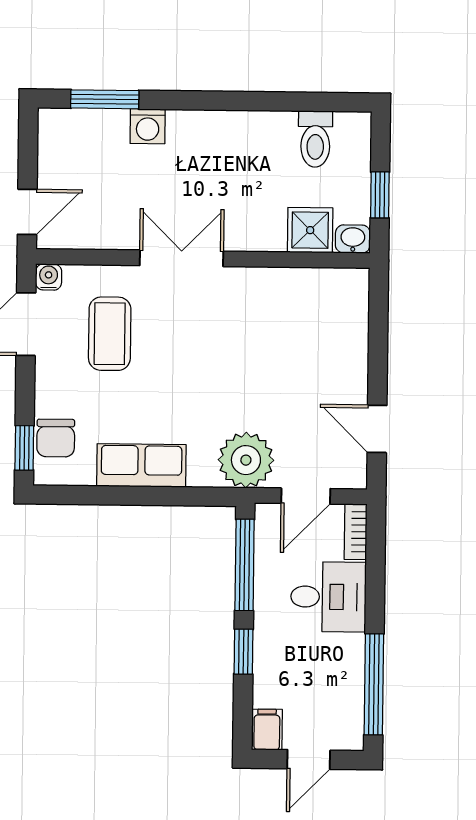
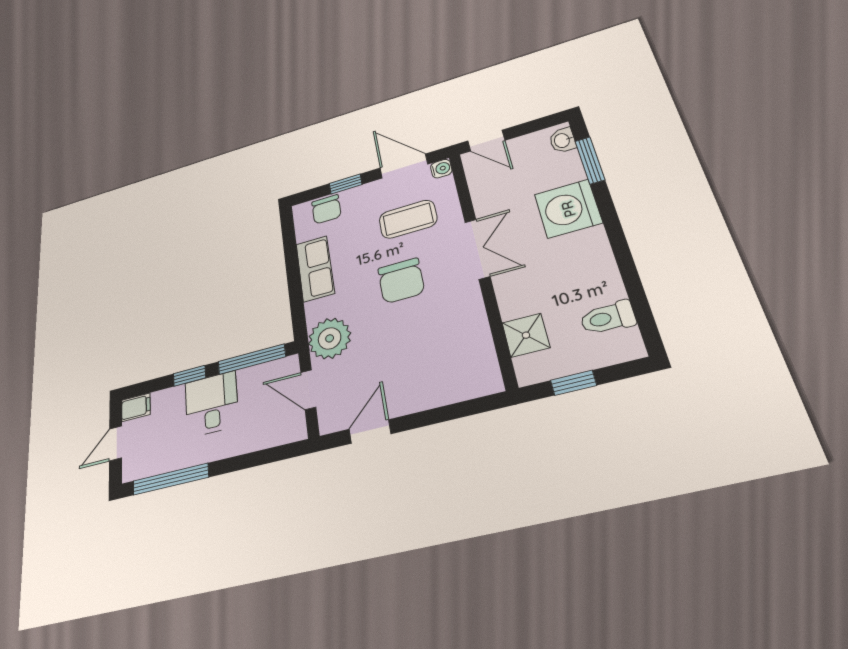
washing machine: (148, 126) -> (568, 209), width x1.89, depth x1.89
washbasin: (353, 239) -> (563, 140), moved, turned 180
chair: (195, 358) -> (401, 281), added
chair: (56, 438) -> (326, 209), turned -90
window: (24, 448) -> (346, 184), moved
bookcase: (356, 532) -> (285, 435), removed
desk: (328, 597) -> (212, 404), moved, turned 180
door: (309, 759) -> (116, 443), hinge flipped

